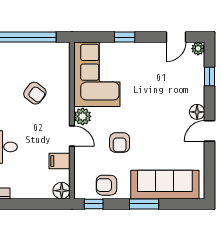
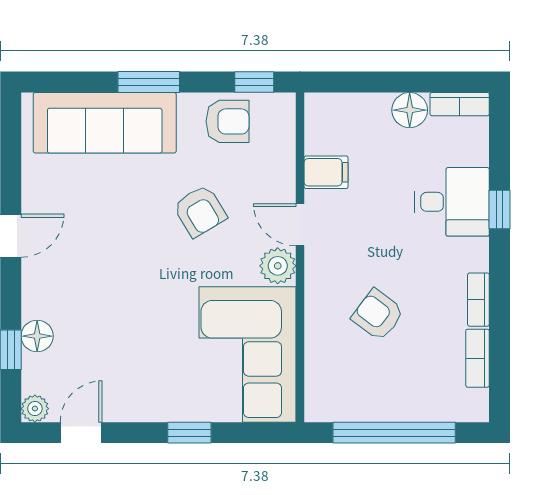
floor lamp: (197, 112) -> (37, 336), moved
armchair: (120, 143) -> (200, 211), turned 149
floor lamp: (62, 191) -> (410, 110), moved

